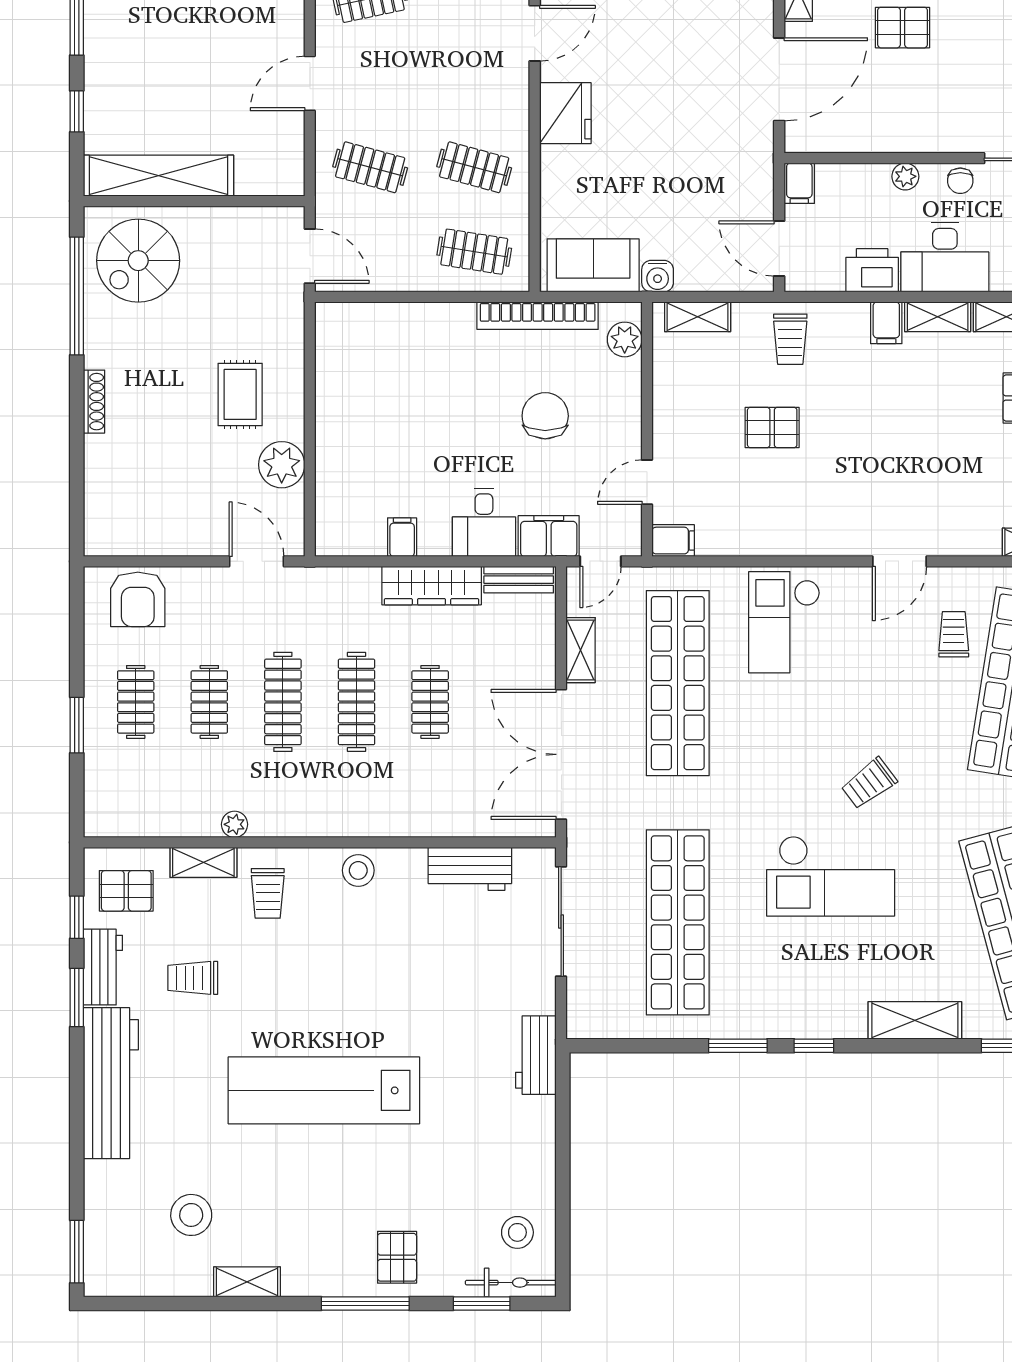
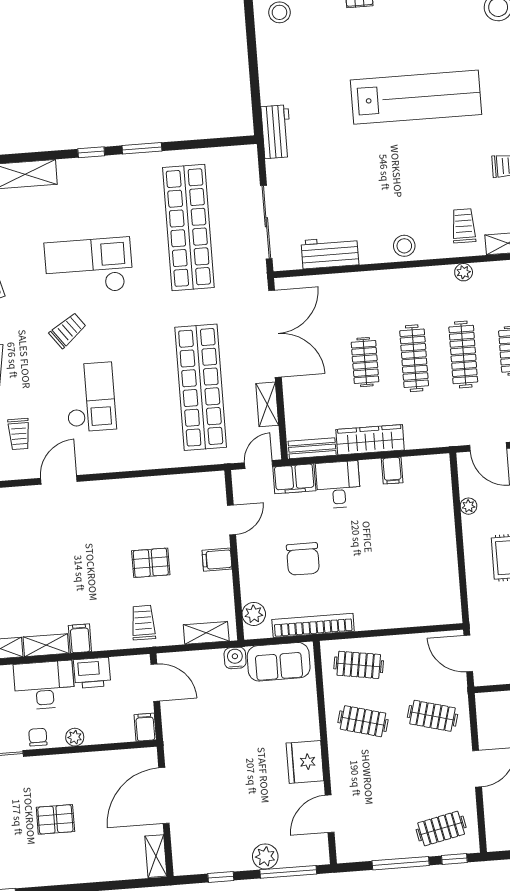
pallet: (903, 28) -> (55, 819), moved
plant: (282, 465) -> (468, 506), width x0.53, depth x0.53
filing cabinet: (673, 541) -> (217, 560), moved
checkout: (784, 622) -> (90, 397), moved
plant: (234, 824) -> (464, 272), moved

